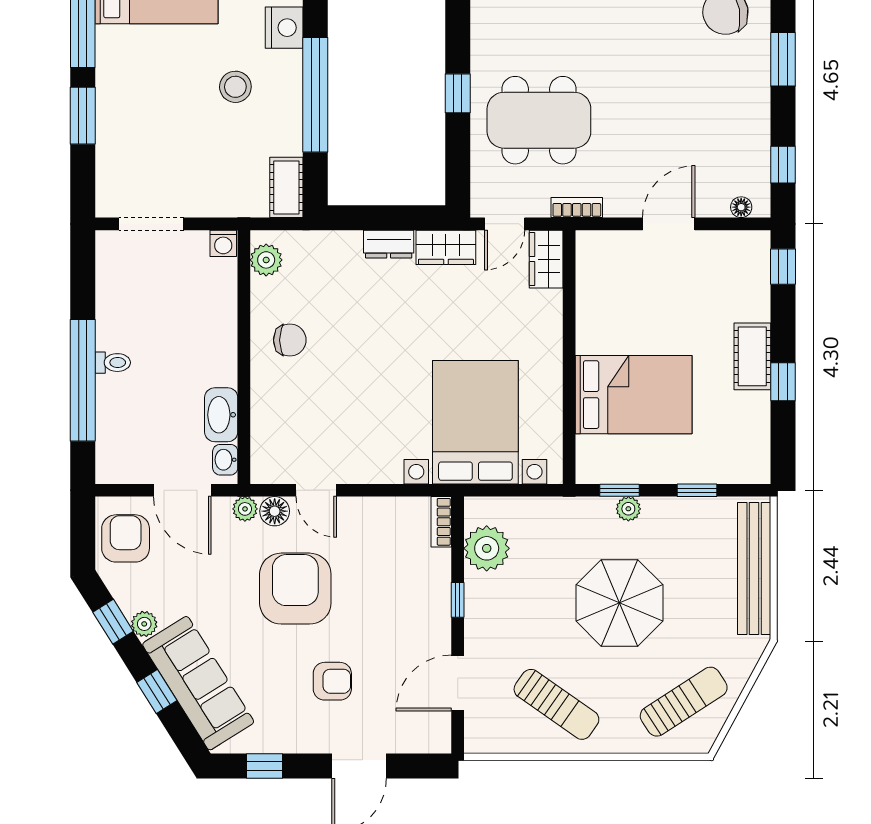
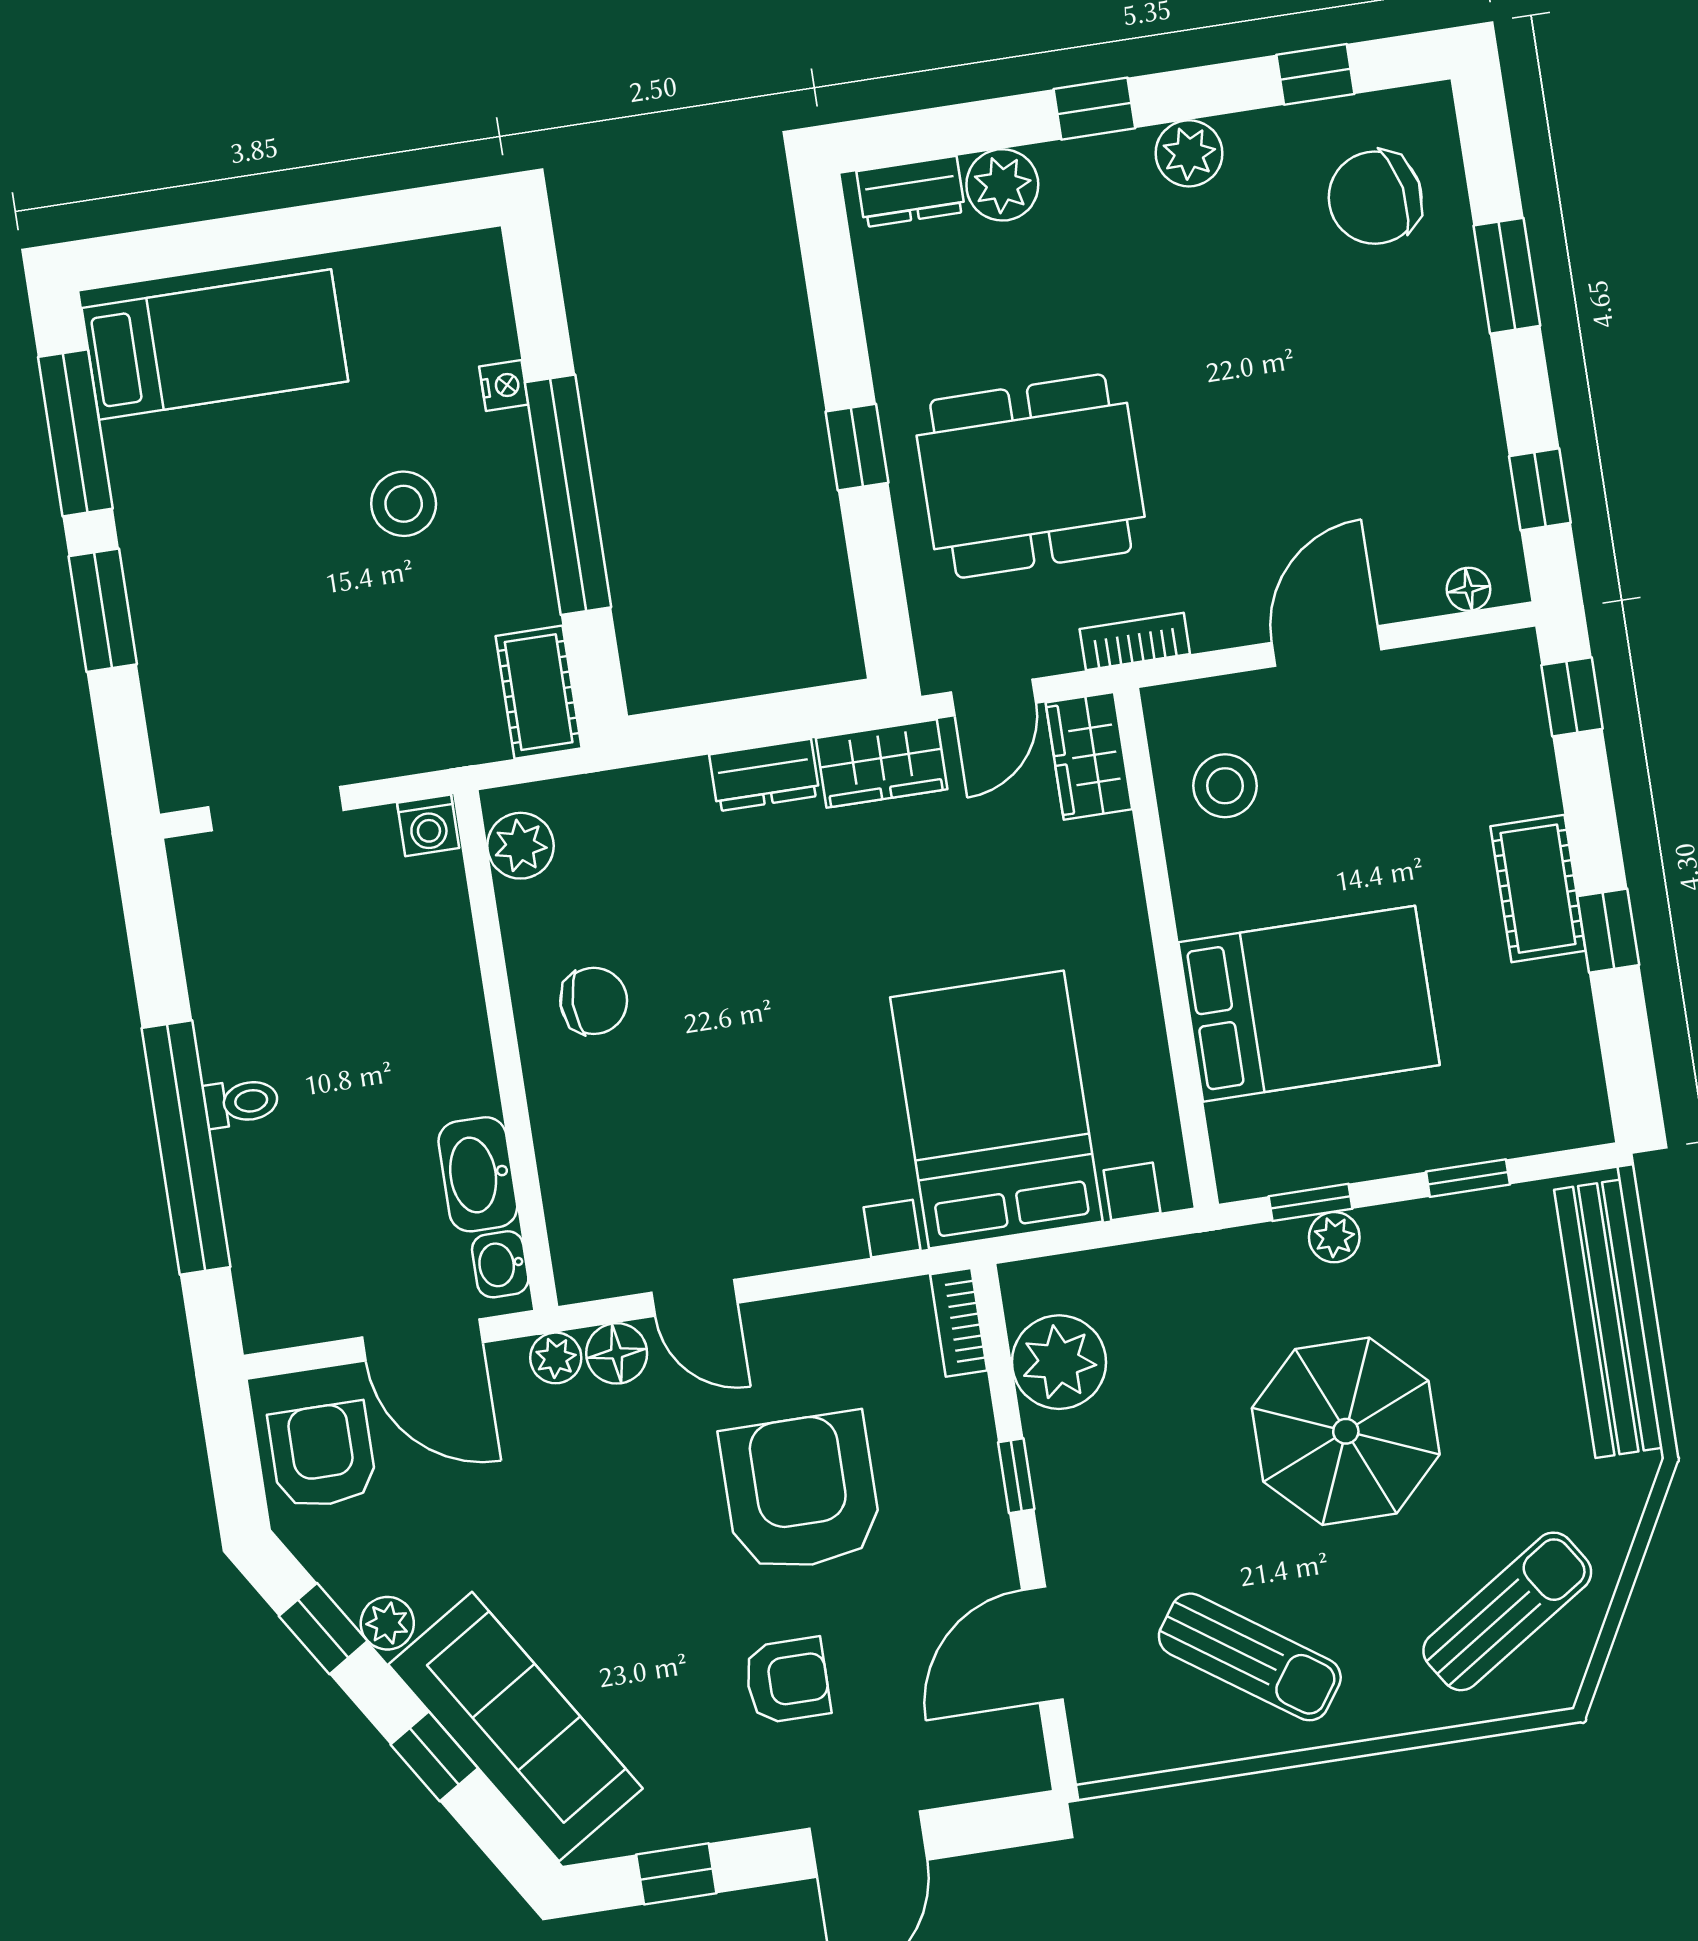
nightstand: (284, 28) -> (504, 386), width x0.53, depth x0.56
stool: (609, 284) -> (1225, 786), added
armchair: (295, 589) -> (801, 1492), moved

